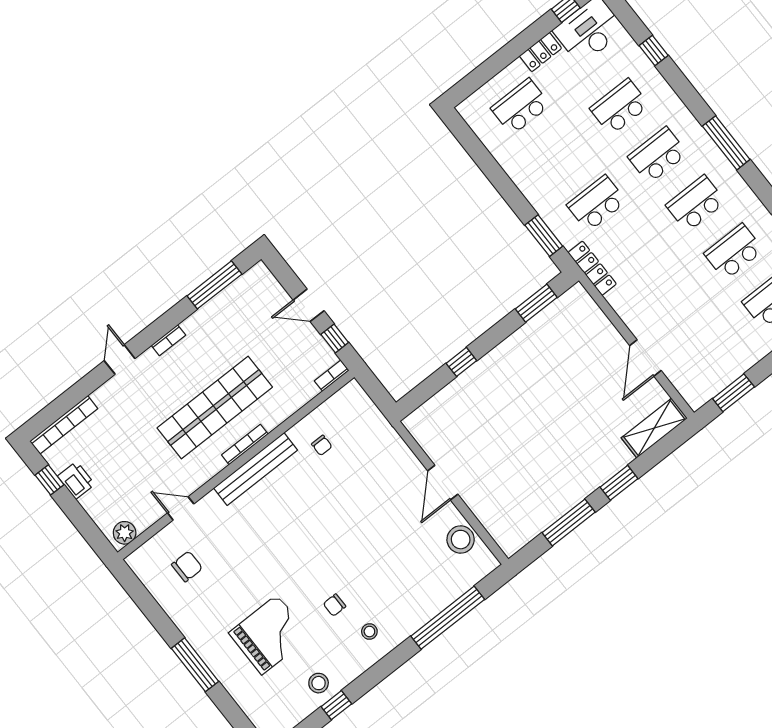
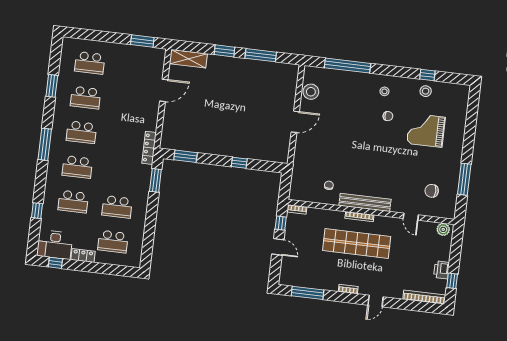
school desk: (597, 203) -> (117, 207), moved
window: (195, 665) -> (464, 179), moved

